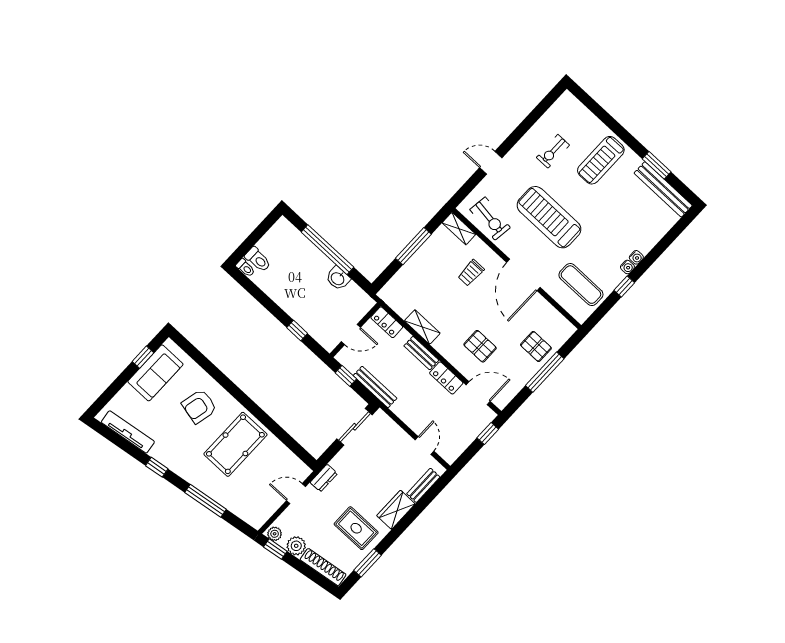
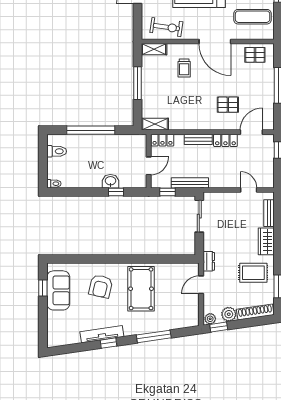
toilet: (258, 259) -> (57, 151), moved
washbasin: (338, 278) -> (110, 181), moved, turned 180
shelving: (422, 327) -> (155, 124), moved
pallet: (536, 346) -> (255, 55), moved
tv unit: (128, 432) -> (102, 334), moved

